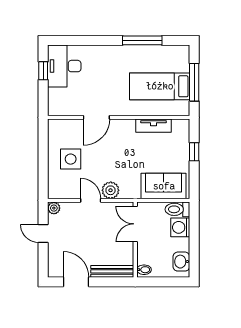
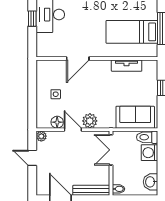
side table: (71, 159) -> (56, 94), width x0.54, depth x0.54
floor lamp: (72, 192) -> (57, 122), added

